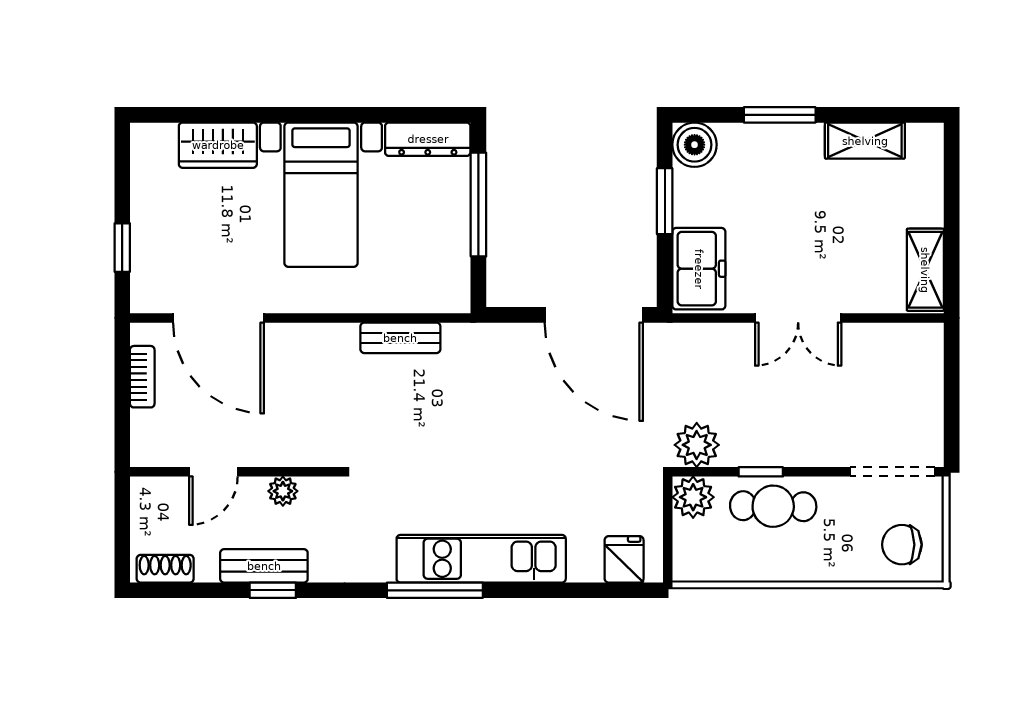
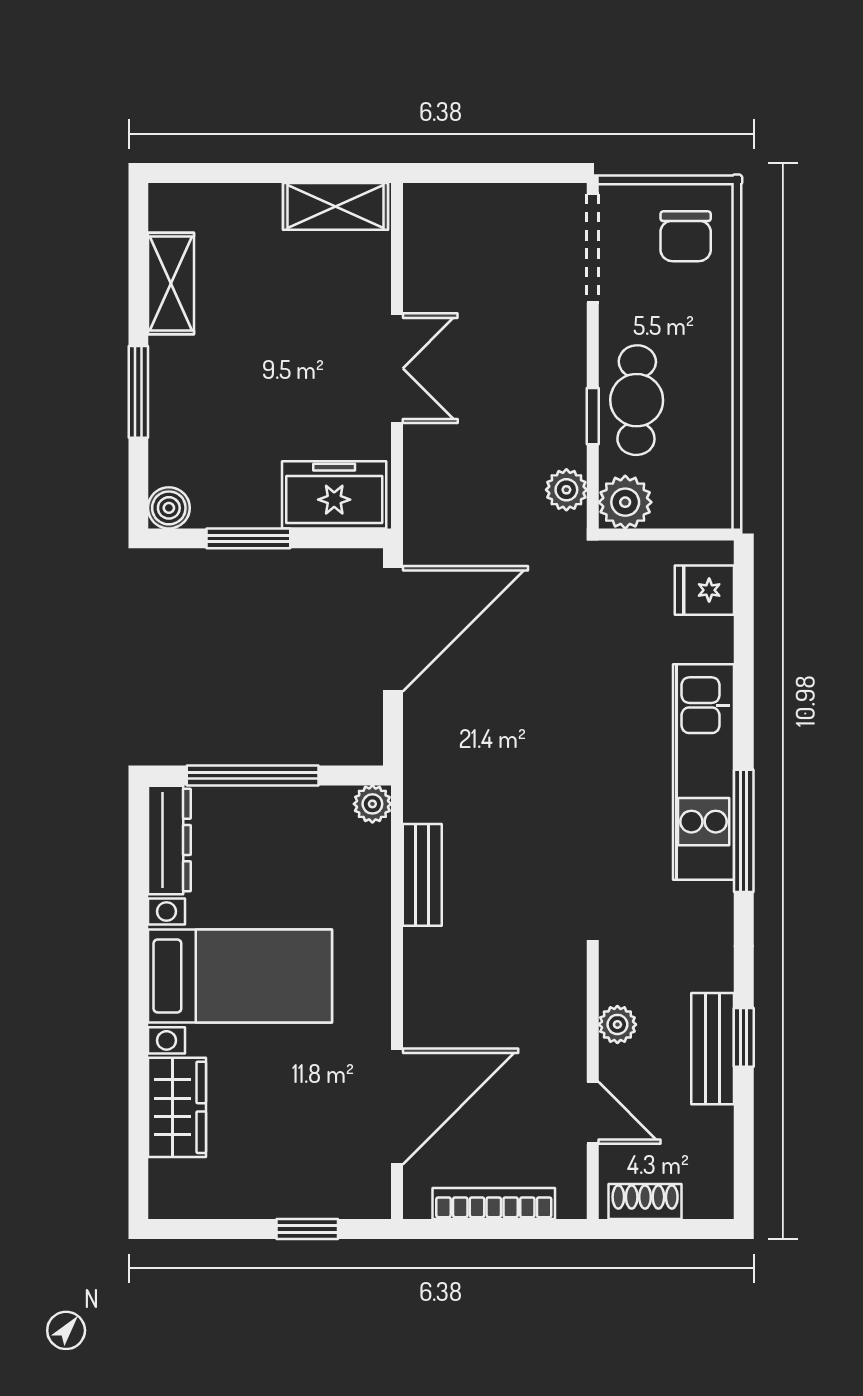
boiler: (695, 145) -> (169, 508), width x0.73, depth x0.73
plant: (456, 299) -> (372, 804), added
bookcase: (142, 377) -> (494, 1204), width x1.56
plant: (697, 445) -> (566, 490), width x0.73, depth x0.73
shoe rack: (165, 569) -> (645, 1202), moved, turned 90

